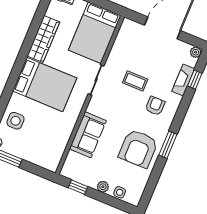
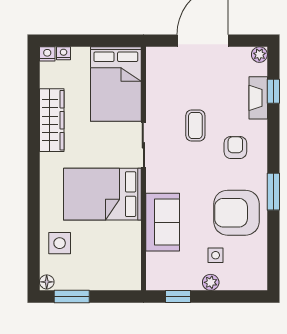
coffee table: (135, 81) -> (195, 125), turned 90
bed: (45, 84) -> (102, 194), moved, turned 180
armchair: (138, 149) -> (236, 213), turned 90
side table: (120, 192) -> (216, 255), moved

